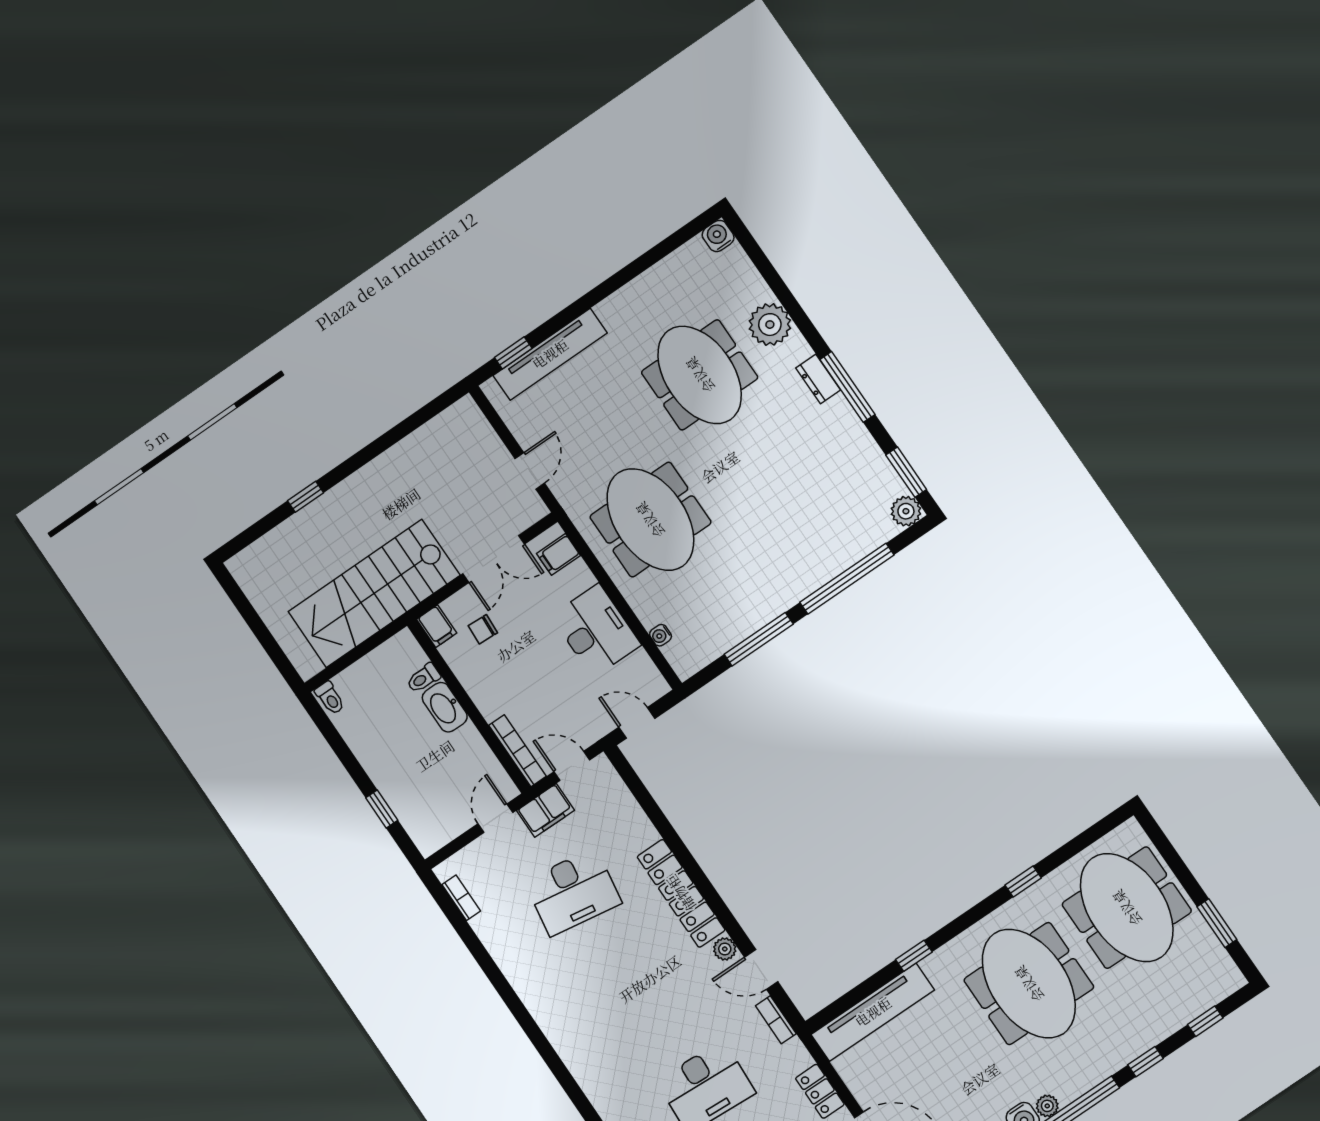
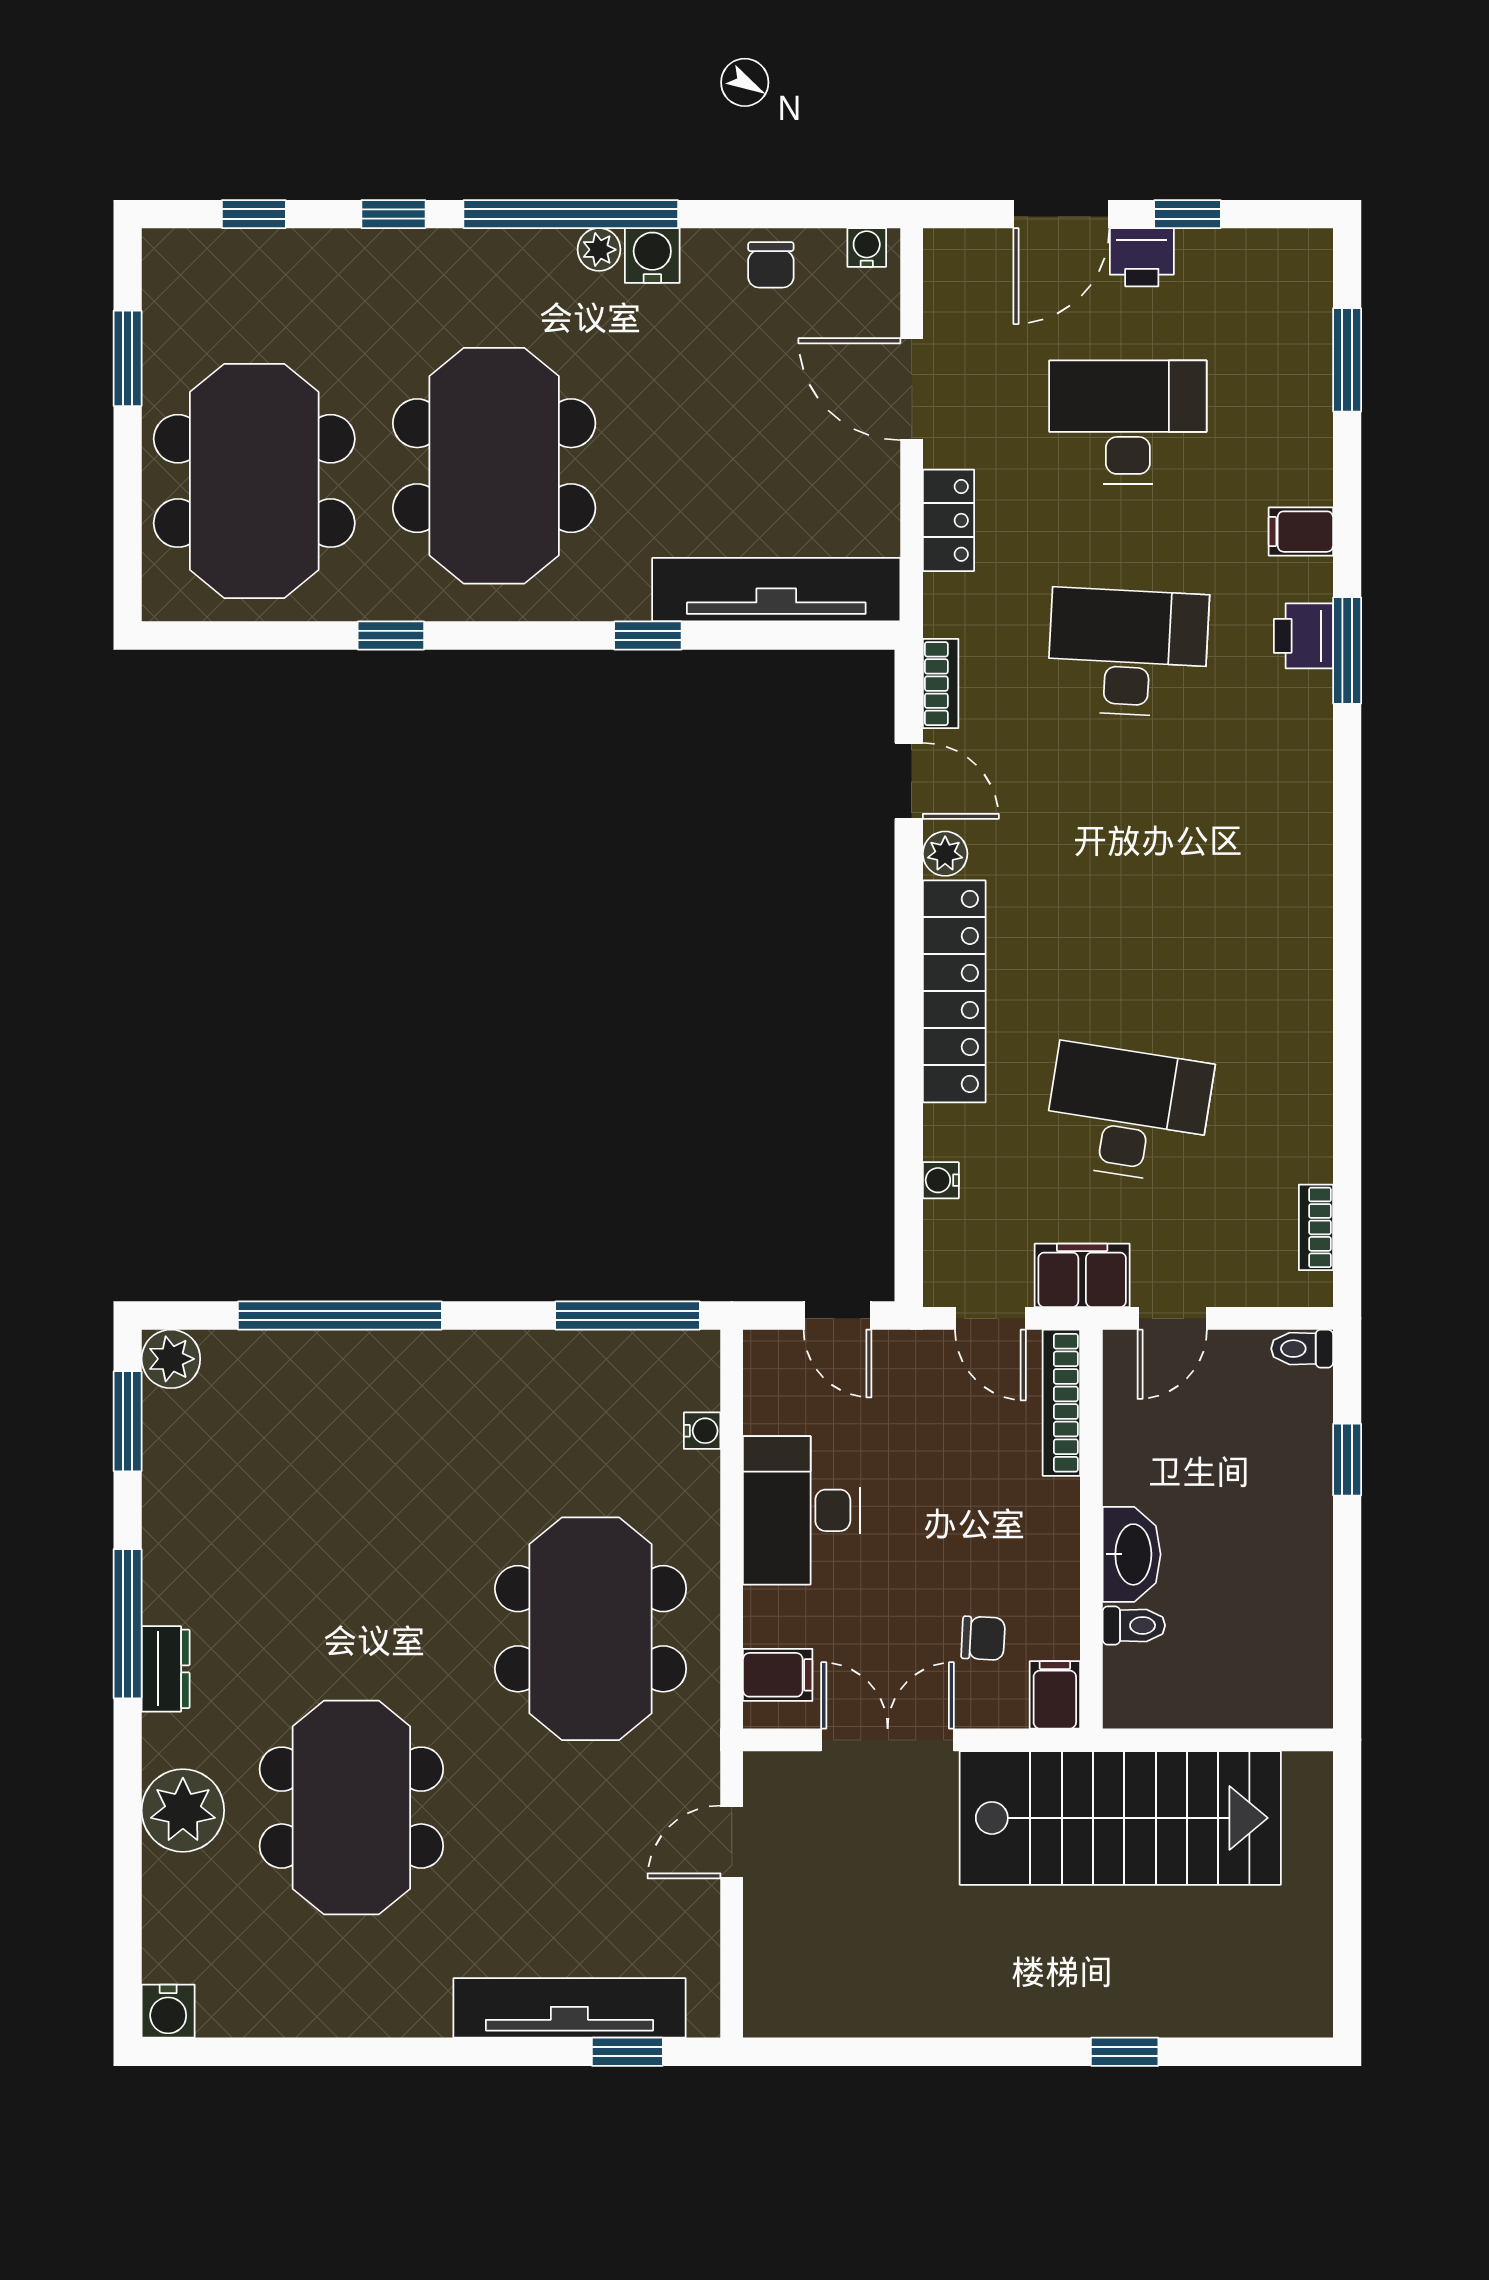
window: (759, 639) -> (628, 1316), moved
toilet: (330, 698) -> (1302, 1349), moved, turned -90
water cooler: (632, 810) -> (941, 1180), added

